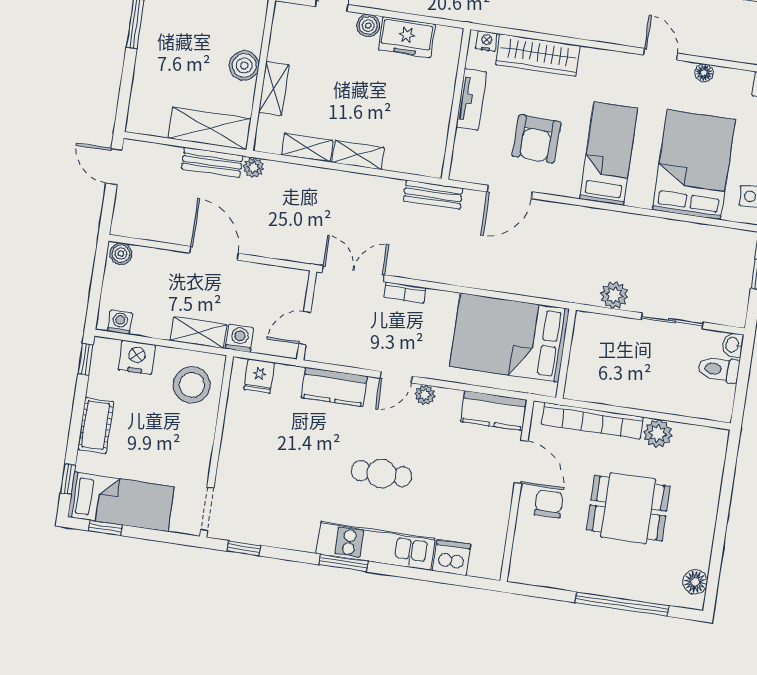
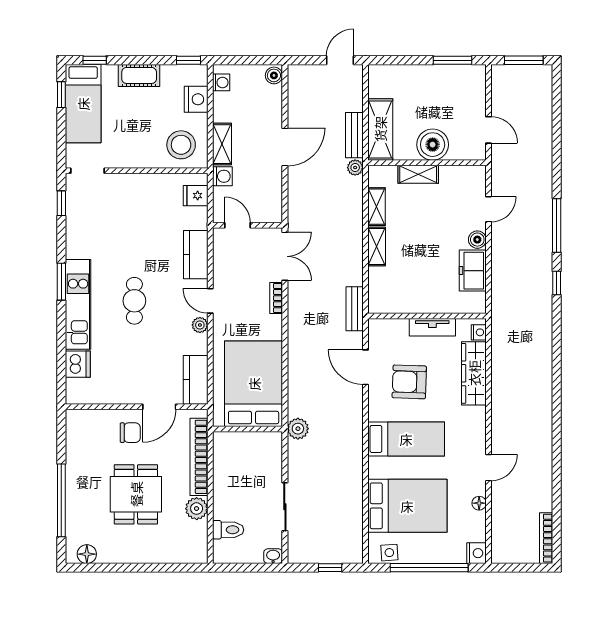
boiler: (244, 65) -> (433, 145), width x1.37, depth x1.37
plant: (614, 295) -> (298, 429), moved
toilet: (719, 369) -> (228, 530), moved, turned 90

